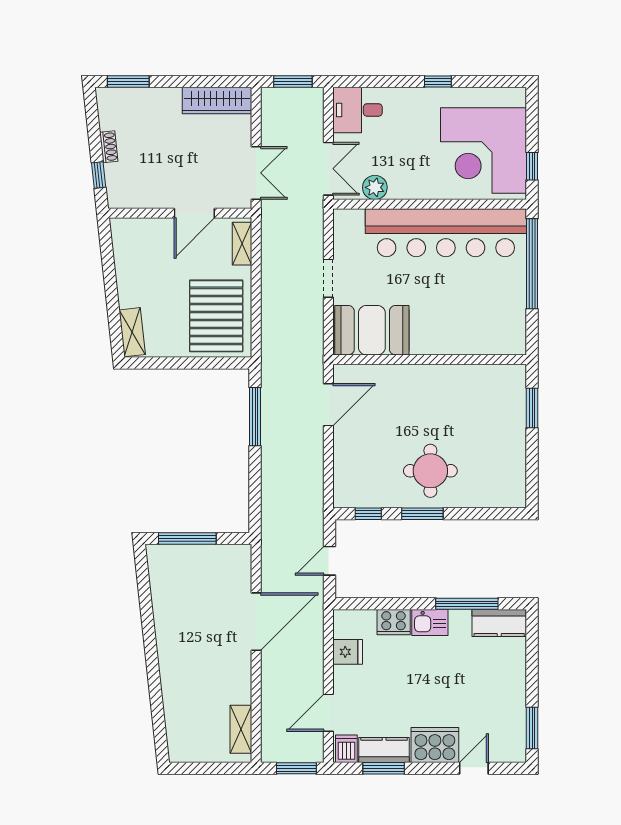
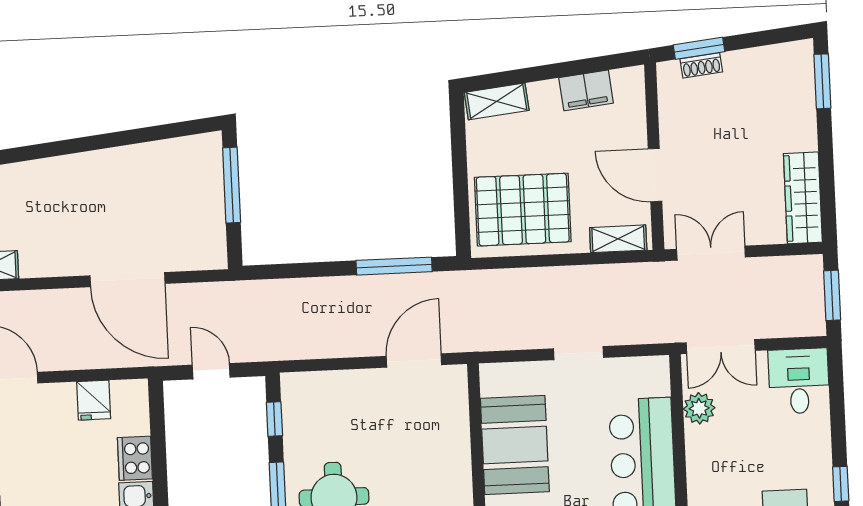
shoe rack: (109, 147) -> (701, 65), moved
double door: (256, 173) -> (711, 253), swing flipped
window: (99, 175) -> (699, 48), width x1.50
filing cabinet: (127, 263) -> (586, 90), added
booth: (372, 330) -> (515, 445), moved
door: (328, 405) -> (414, 361), swing flipped

